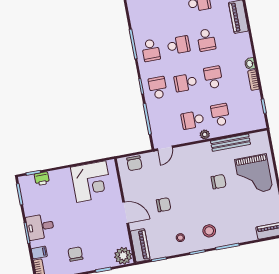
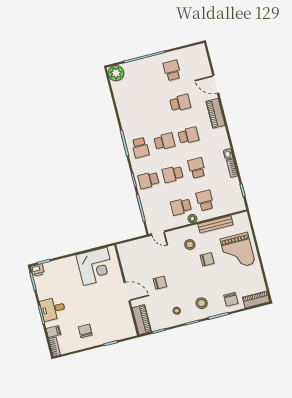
school desk: (206, 40) -> (188, 135), turned -90
school desk: (158, 88) -> (149, 180), turned -90
door: (165, 148) -> (158, 233), hinge flipped
chair: (134, 163) -> (231, 299), moved
stool: (200, 164) -> (190, 244), added
printer: (42, 179) -> (37, 270), moved
plant: (123, 256) -> (127, 330), removed

